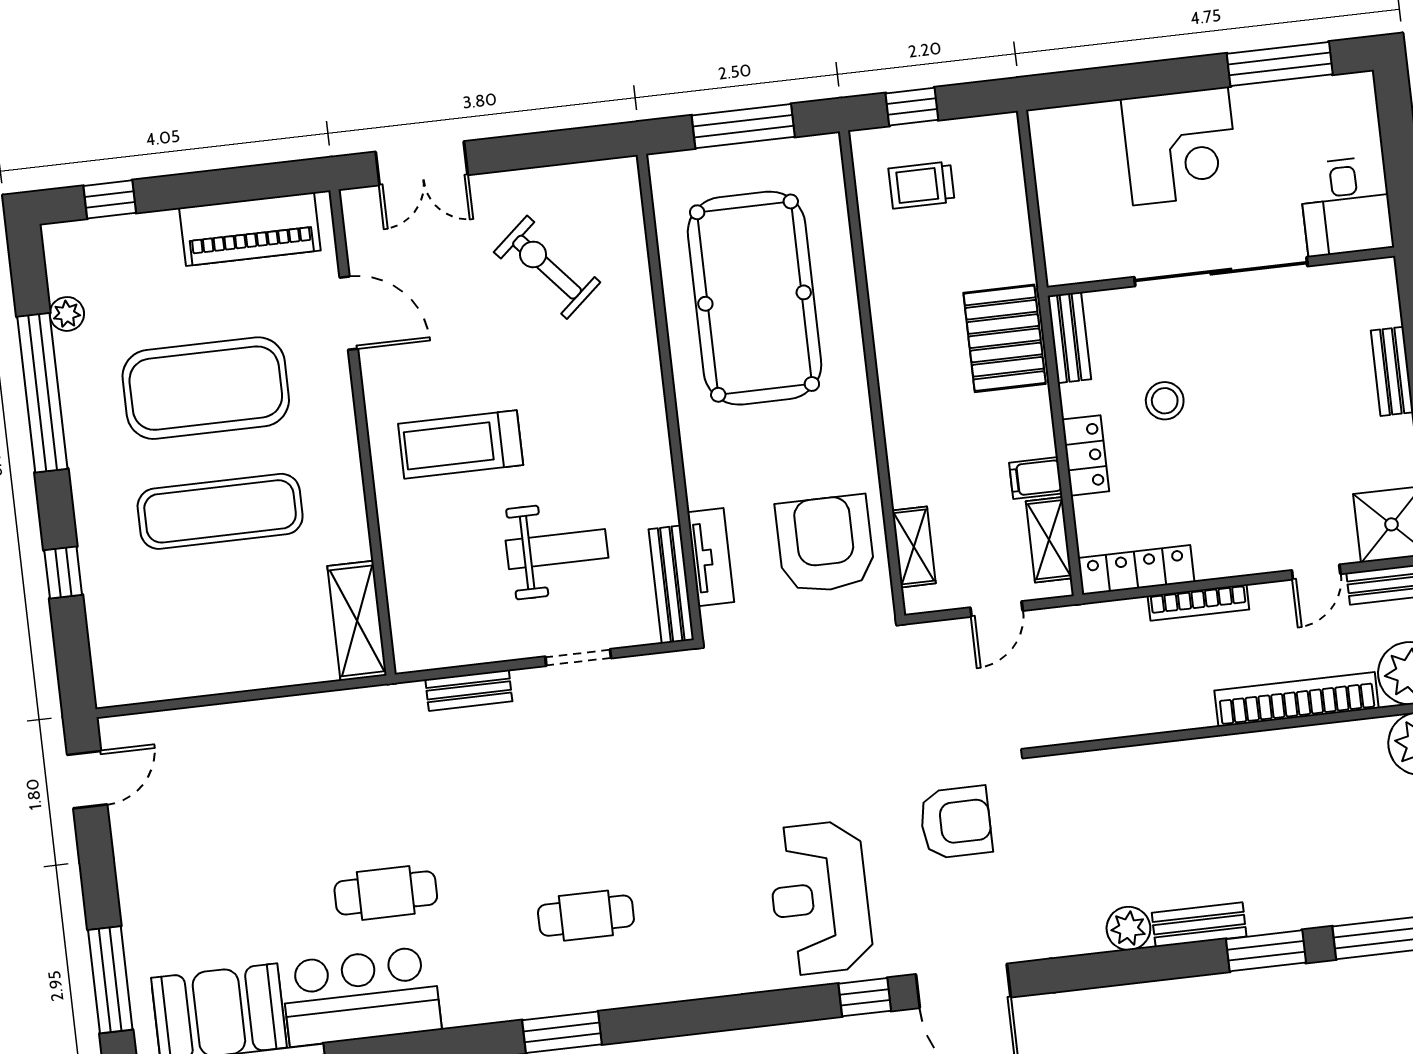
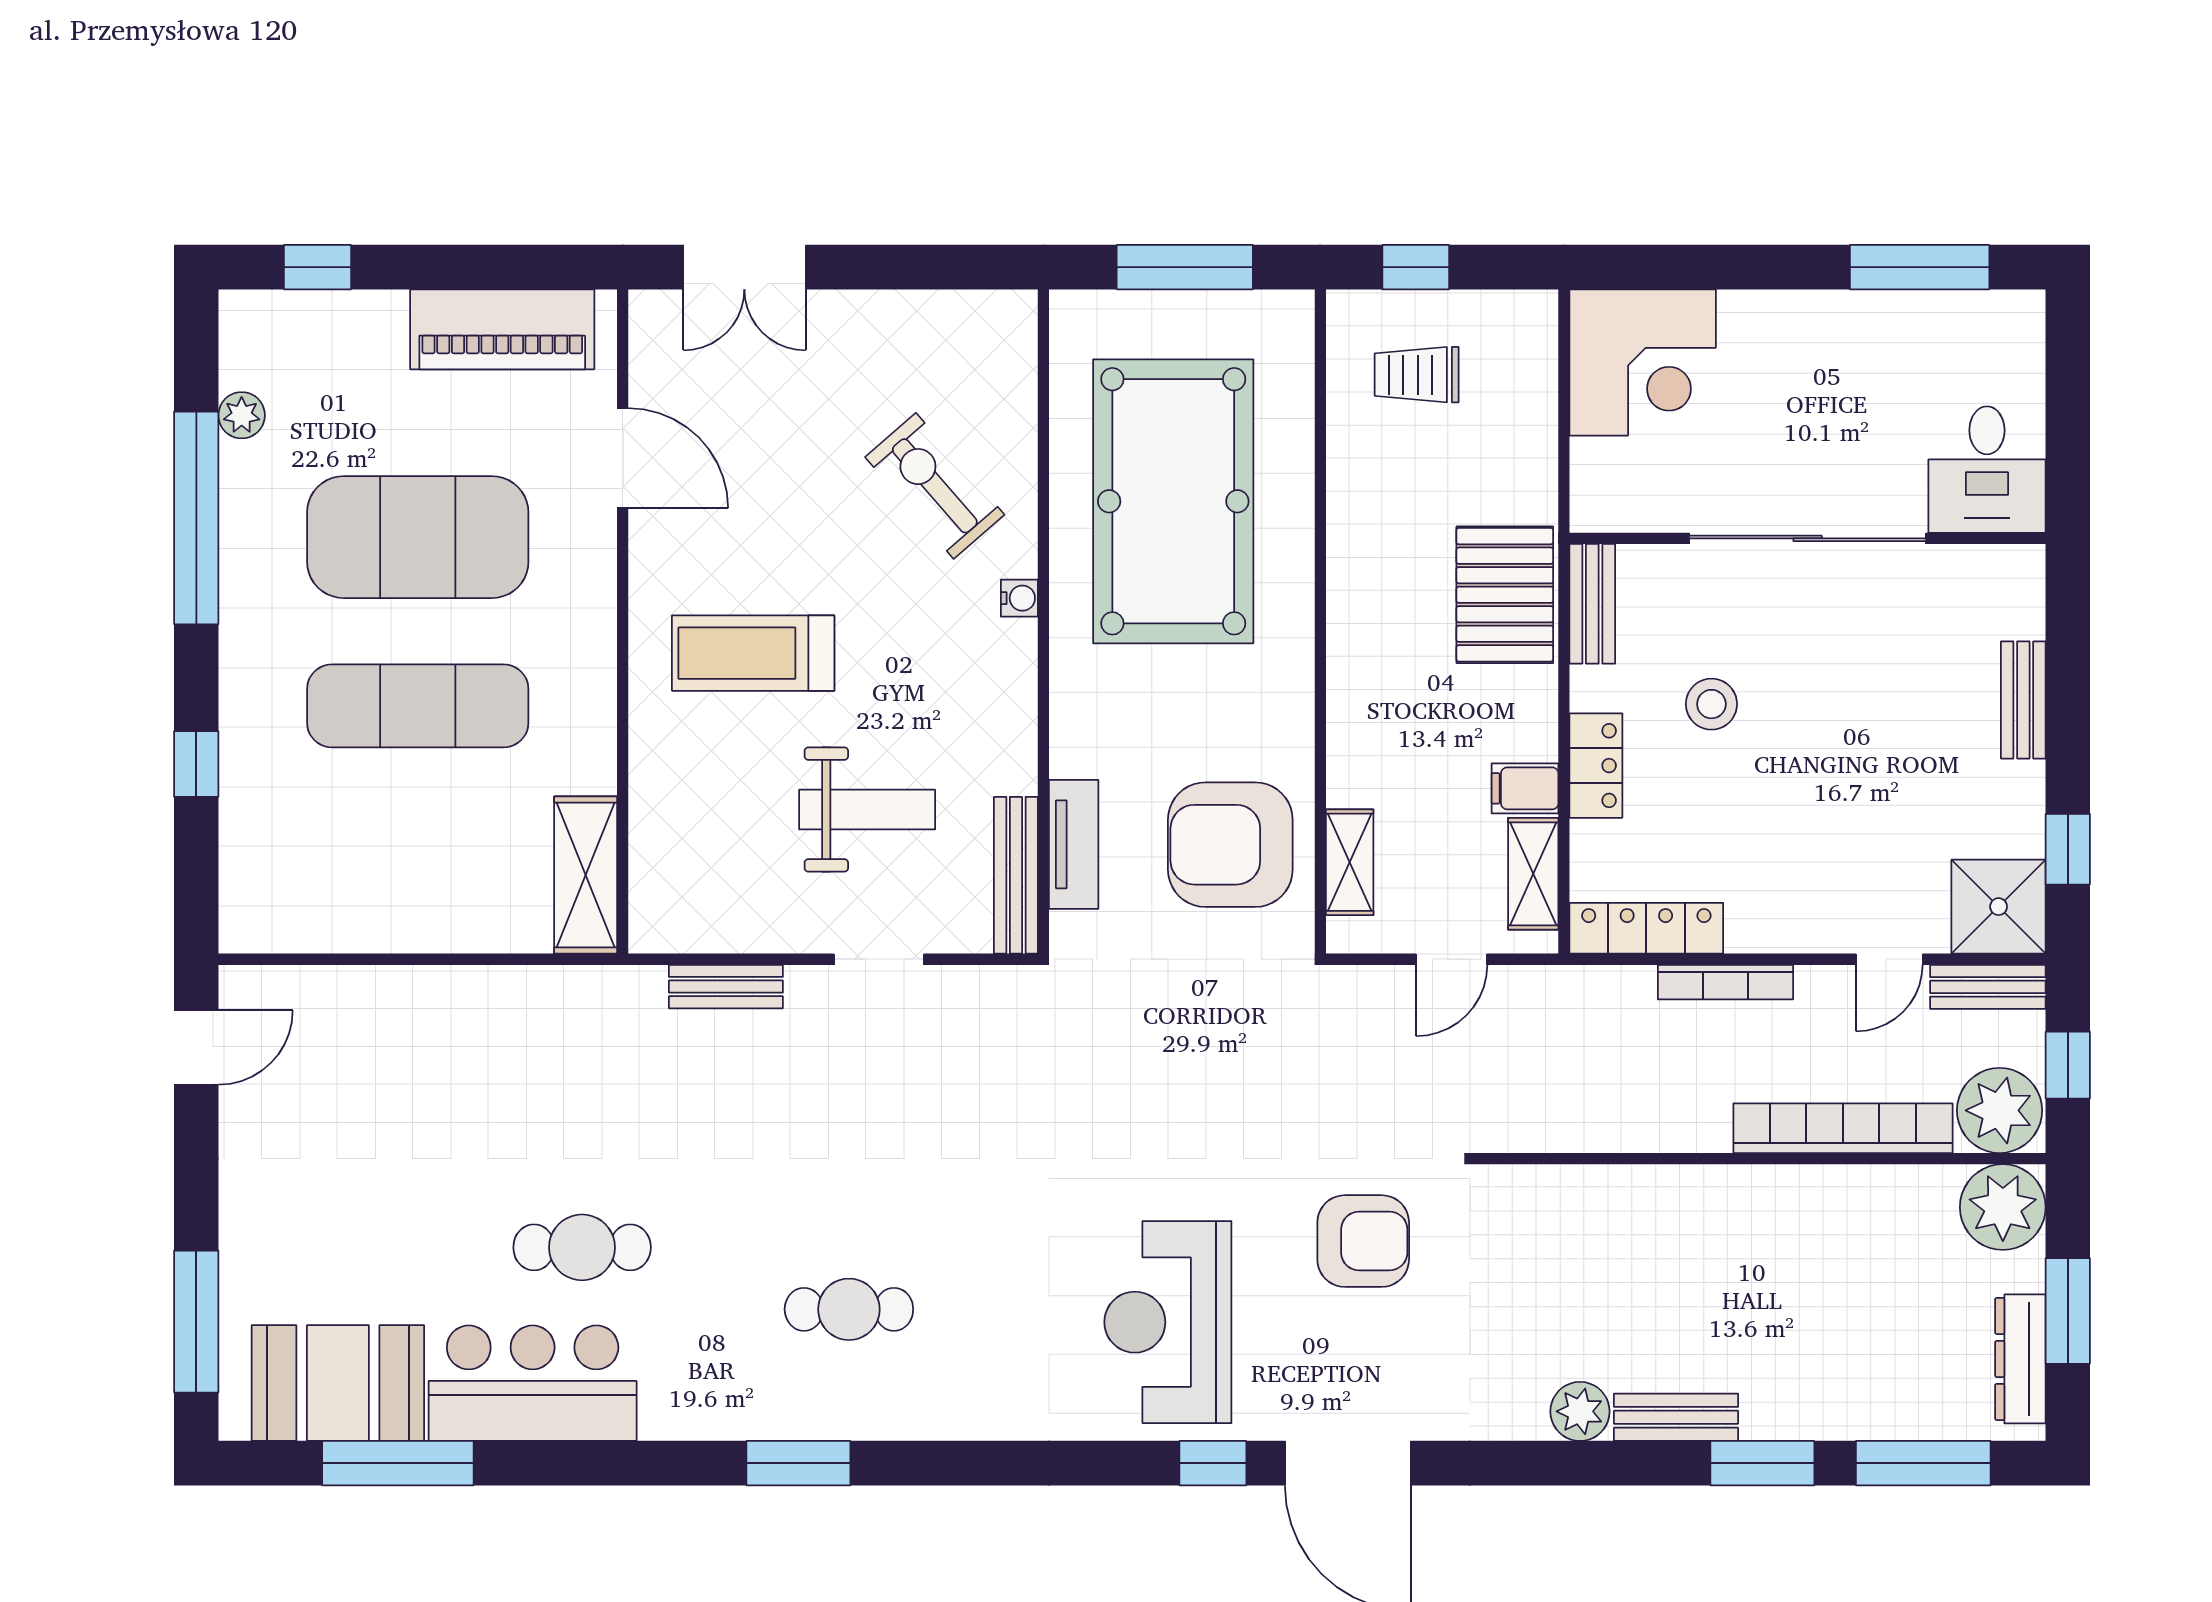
corner desk: (1180, 146) -> (1643, 362), moved
exercise bike: (547, 267) -> (935, 486), moved
water cooler: (650, 382) -> (1019, 598), added
armchair: (825, 544) -> (1230, 845), turned -90

